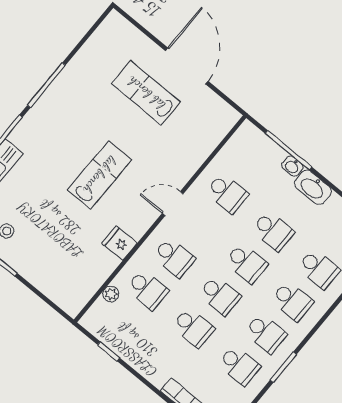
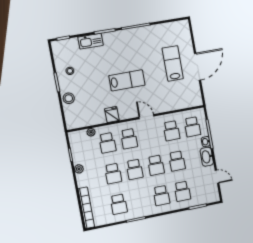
stool: (38, 272) -> (69, 98), added
school desk: (266, 333) -> (192, 127), moved
plant: (138, 362) -> (79, 169), added

